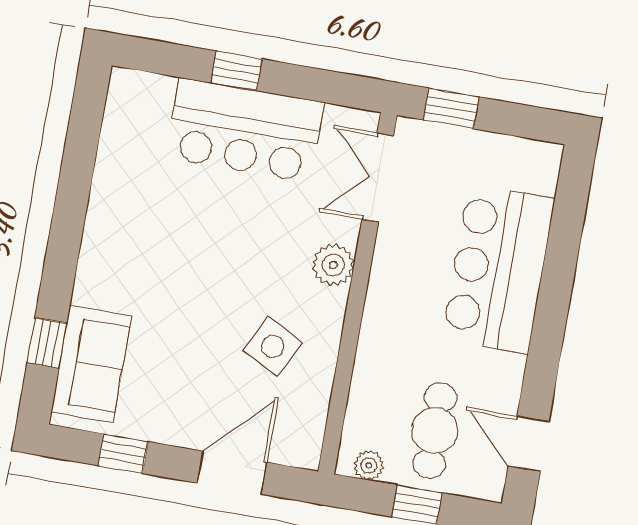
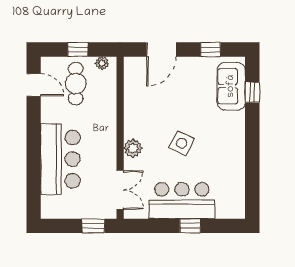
side table: (273, 346) -> (182, 143), moved

